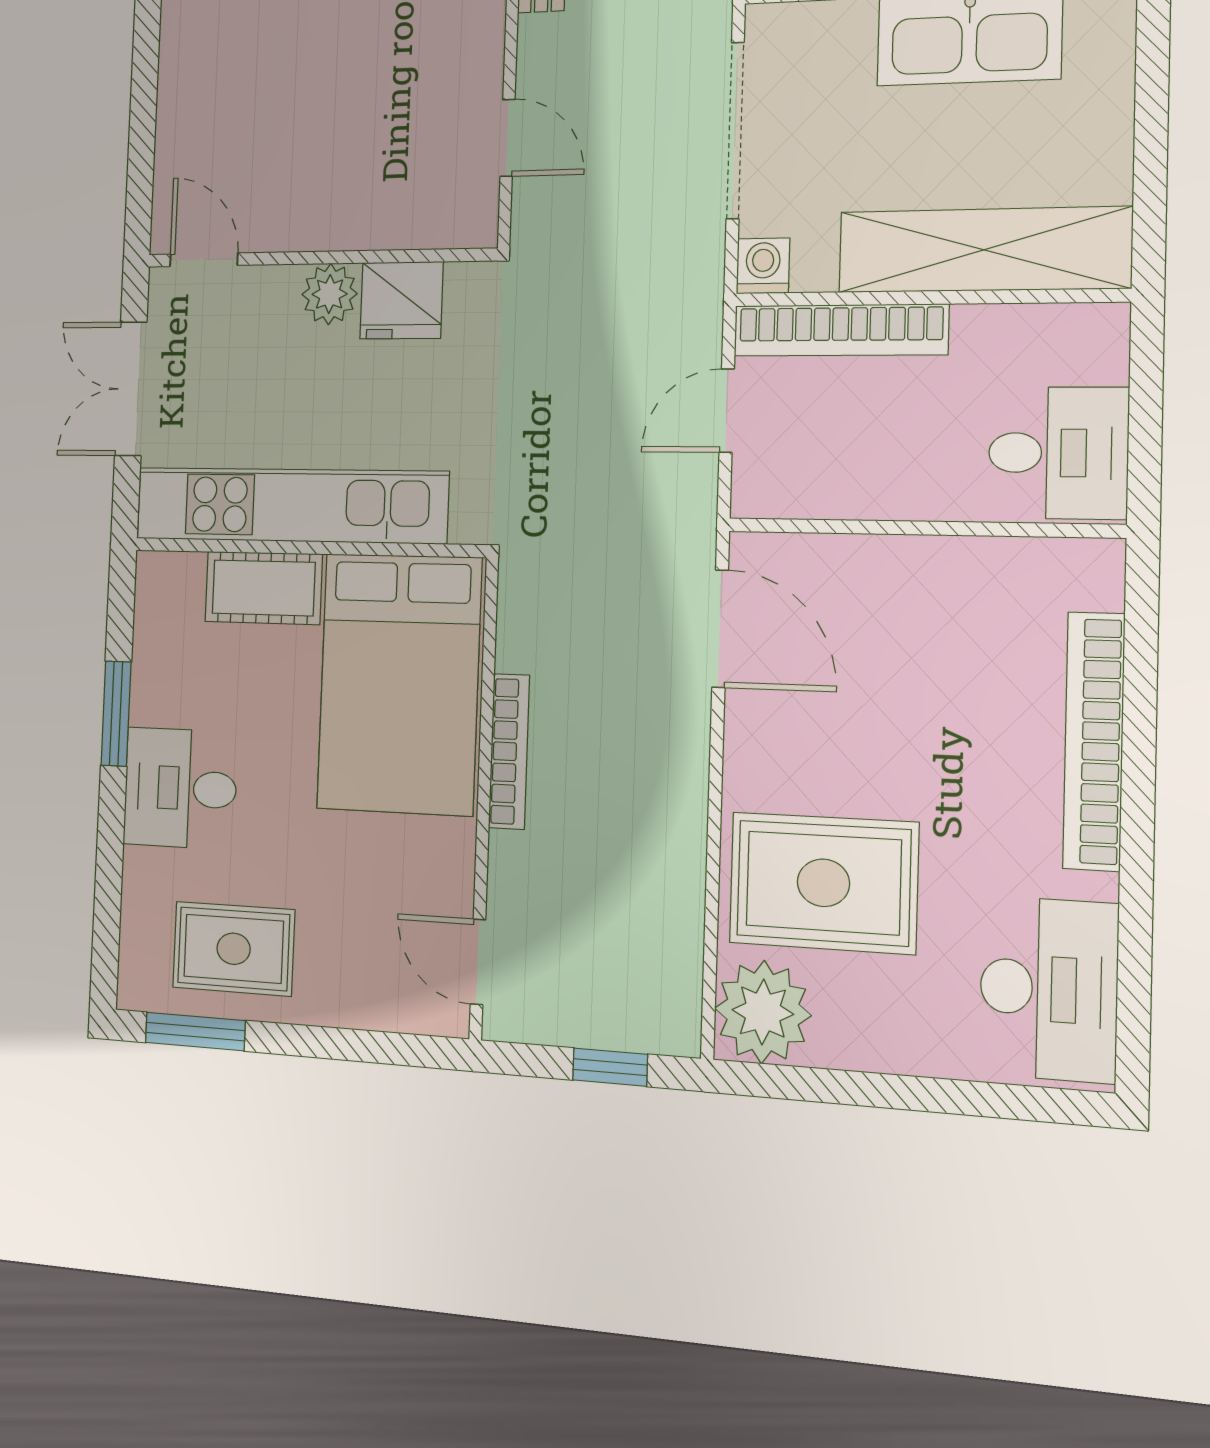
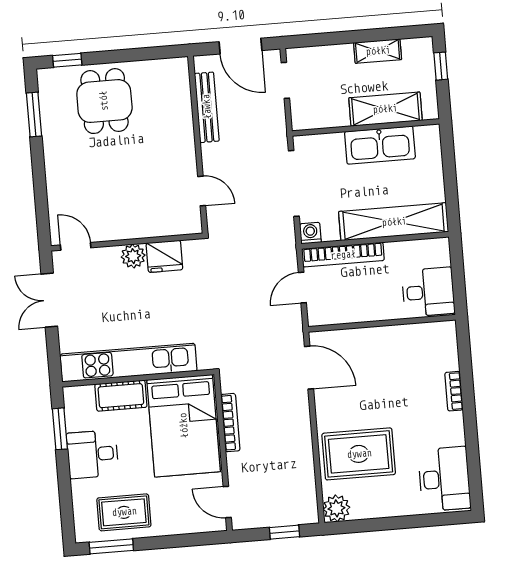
kitchen unit: (290, 505) -> (128, 363), moved
wall: (308, 548) -> (138, 378), moved
cot: (264, 588) -> (121, 396), moved
bed: (399, 684) -> (184, 426), moved
bookcase: (1094, 741) -> (454, 391), width x0.43, depth x0.76
plant: (763, 1012) -> (336, 508), width x0.73, depth x0.73

